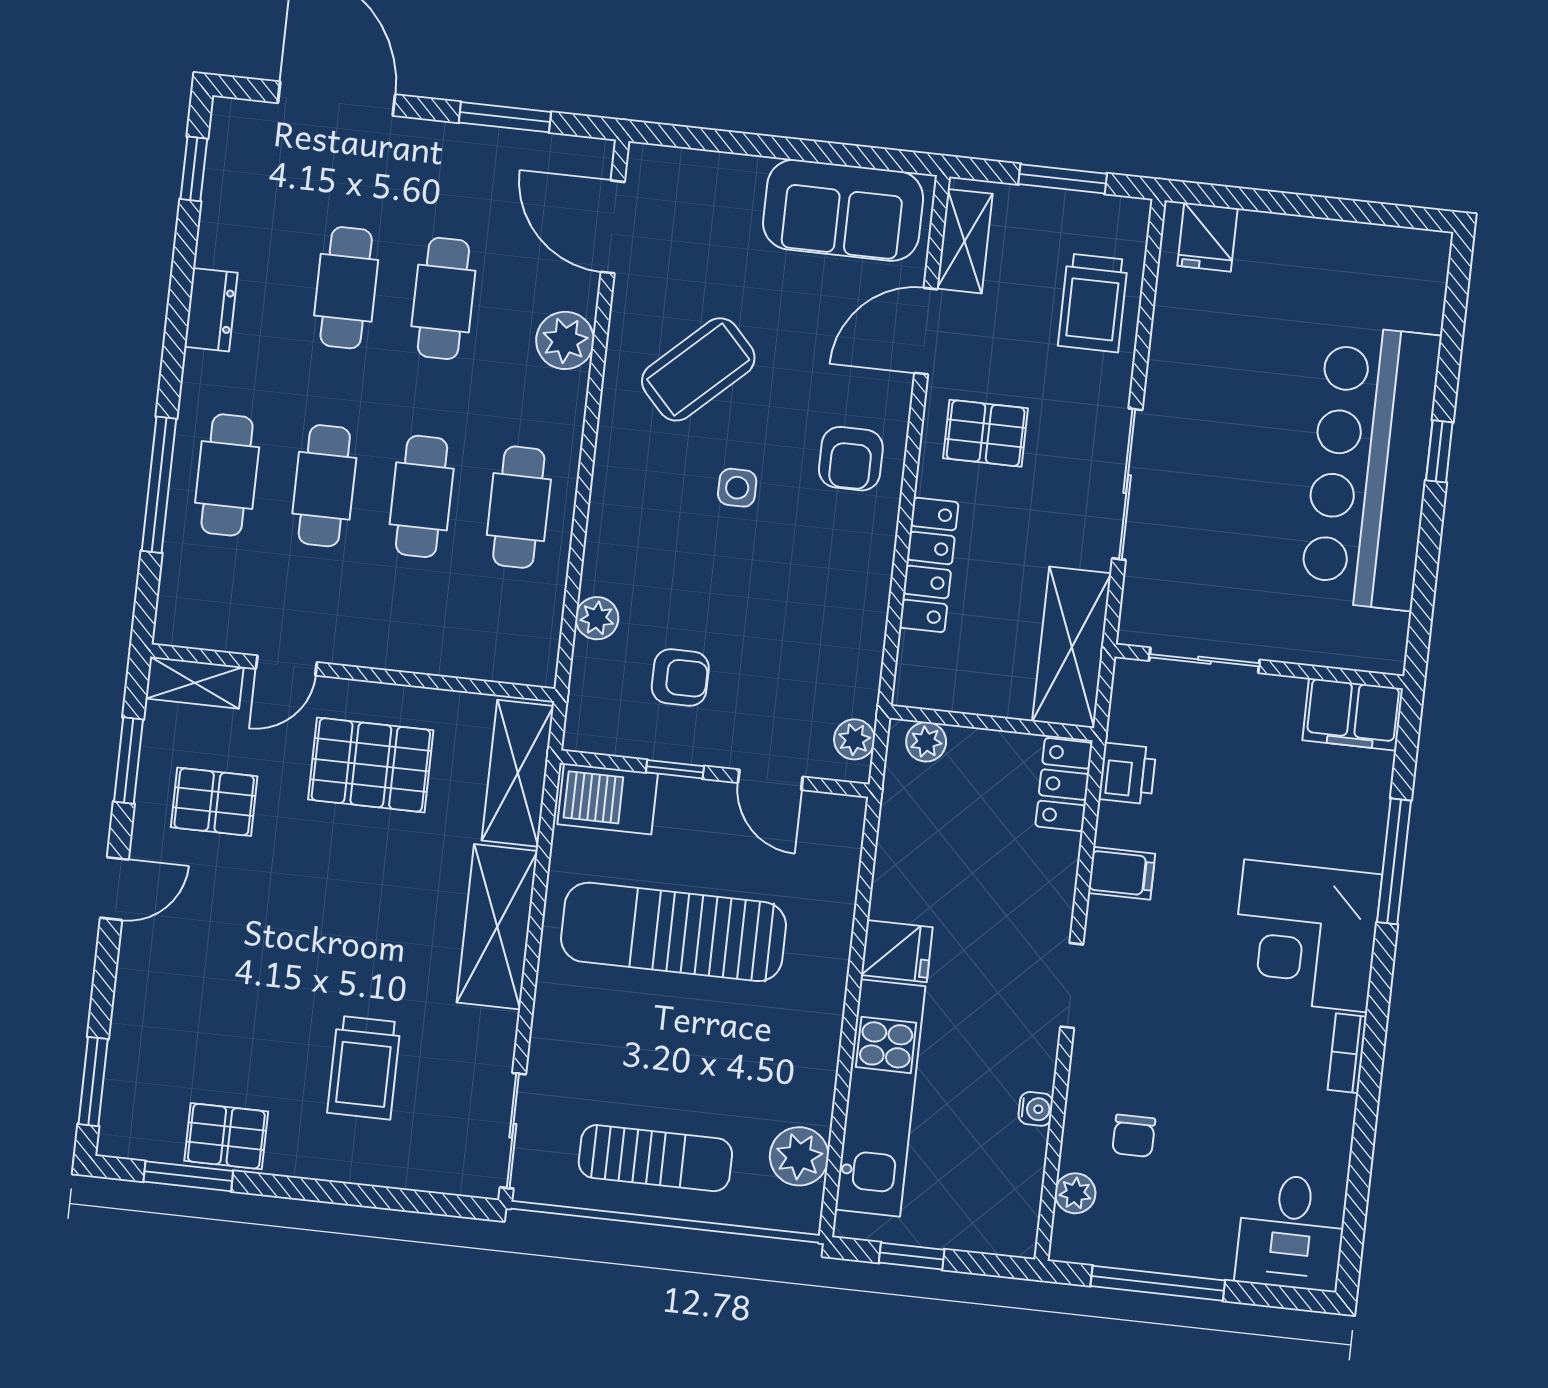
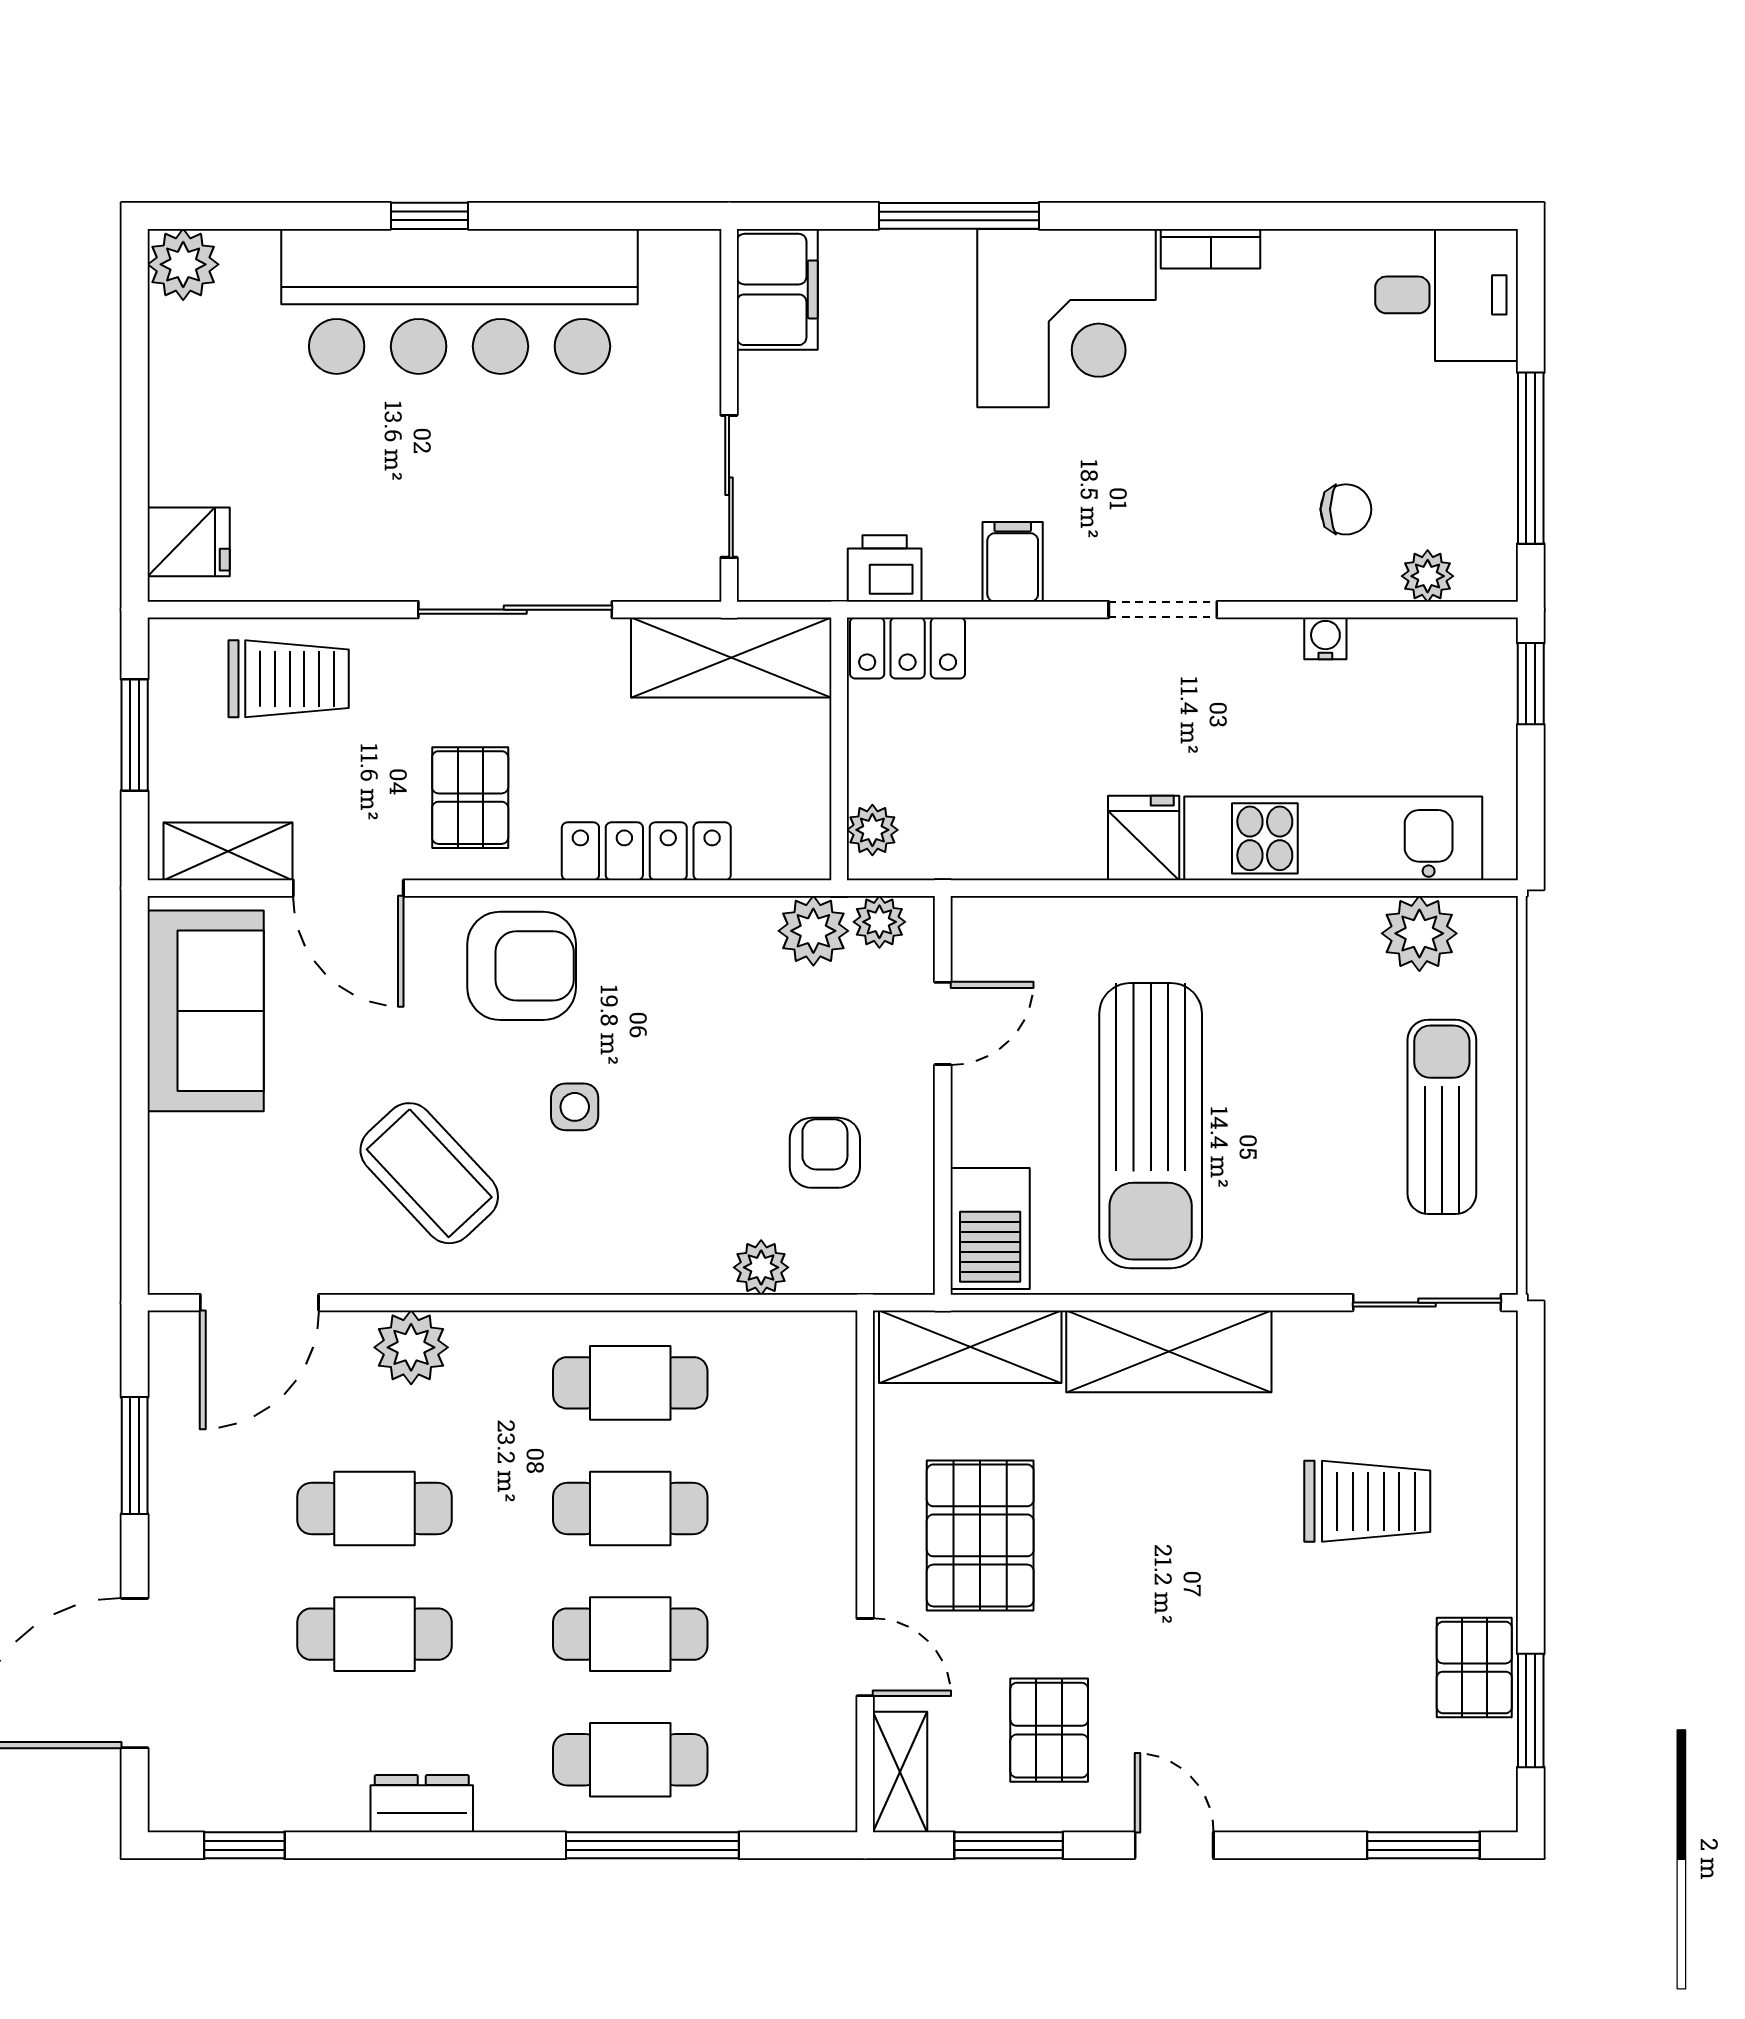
plant: (1423, 257) -> (183, 264), added
armchair: (851, 459) -> (522, 966), width x1.38, depth x1.38
plant: (853, 687) -> (813, 931), added
window: (675, 769) -> (943, 1147), removed
window: (912, 1256) -> (1531, 684), moved

